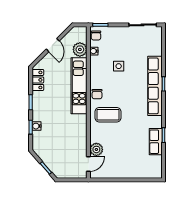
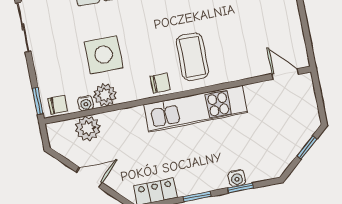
side table: (119, 66) -> (104, 55), width x1.87, depth x1.87
kitchen unit: (79, 86) -> (196, 109), moved
plant: (96, 149) -> (105, 95), moved

